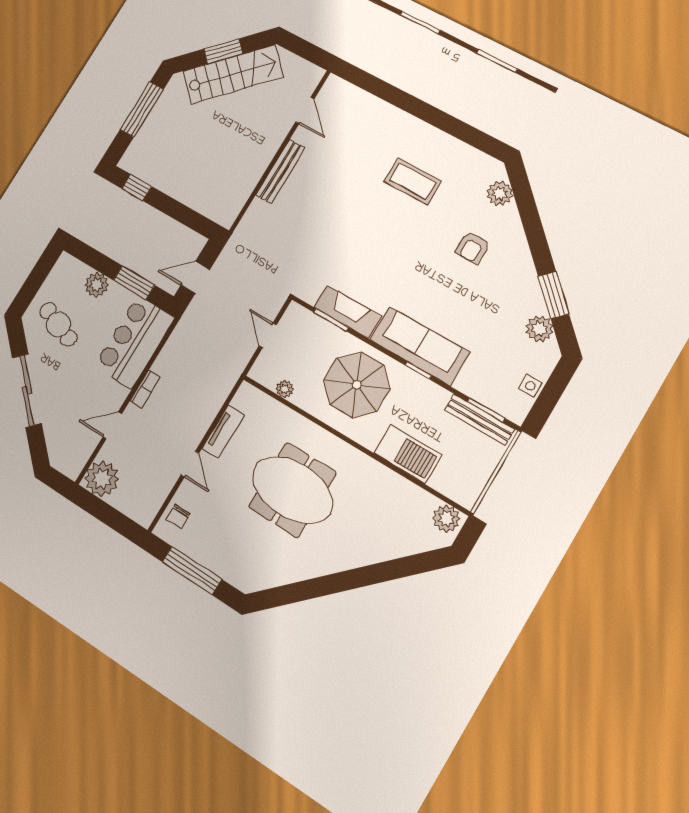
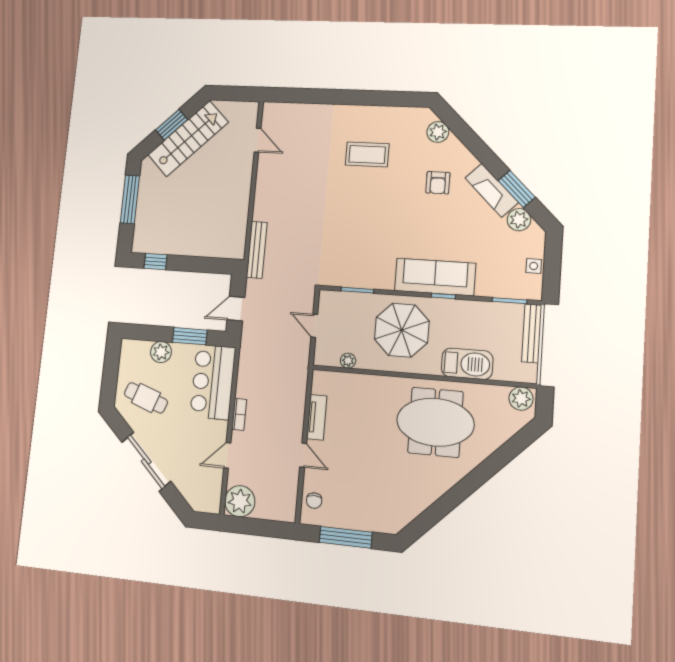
bench: (280, 171) -> (257, 250), moved
fireplace: (348, 312) -> (492, 190), moved, turned -135
bench: (479, 420) -> (532, 333), moved, turned 90
meeting table: (292, 490) -> (435, 422), moved

